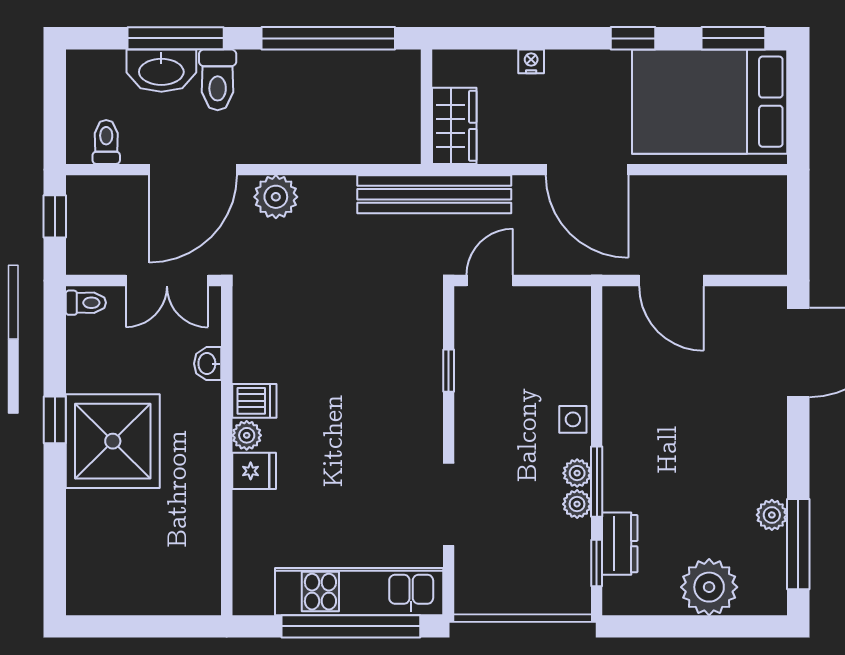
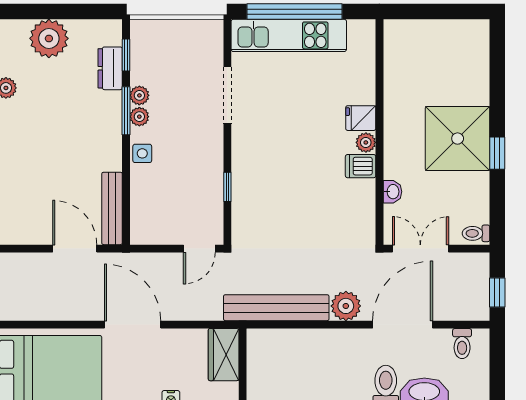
bench: (434, 194) -> (276, 308), moved
bench: (617, 339) -> (112, 208), added

